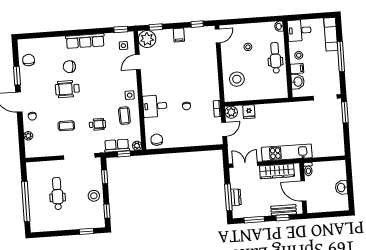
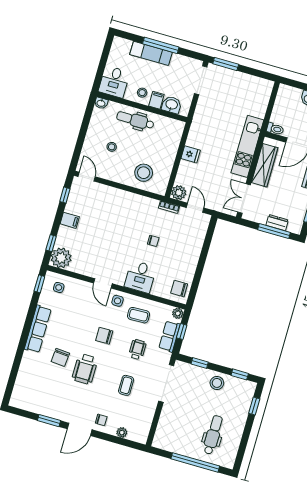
exam couch: (331, 34) -> (151, 53), moved
chair: (29, 60) -> (104, 336), moved
door: (138, 62) -> (103, 283), moved
fridge: (249, 112) -> (191, 154), moved
dental chair: (57, 193) -> (213, 435), moved, turned 90

